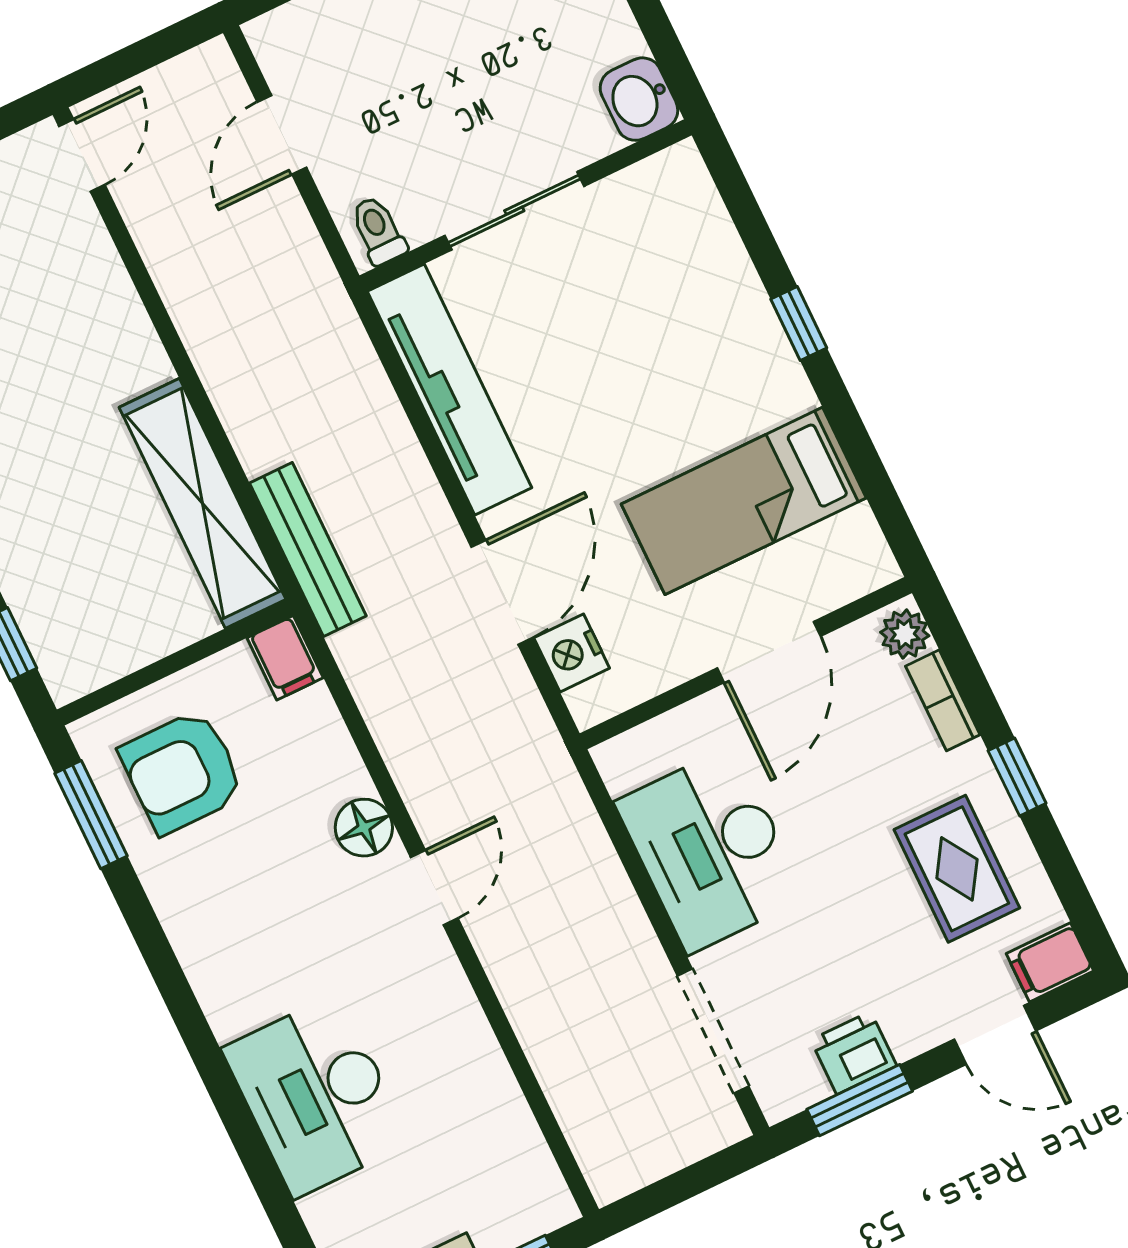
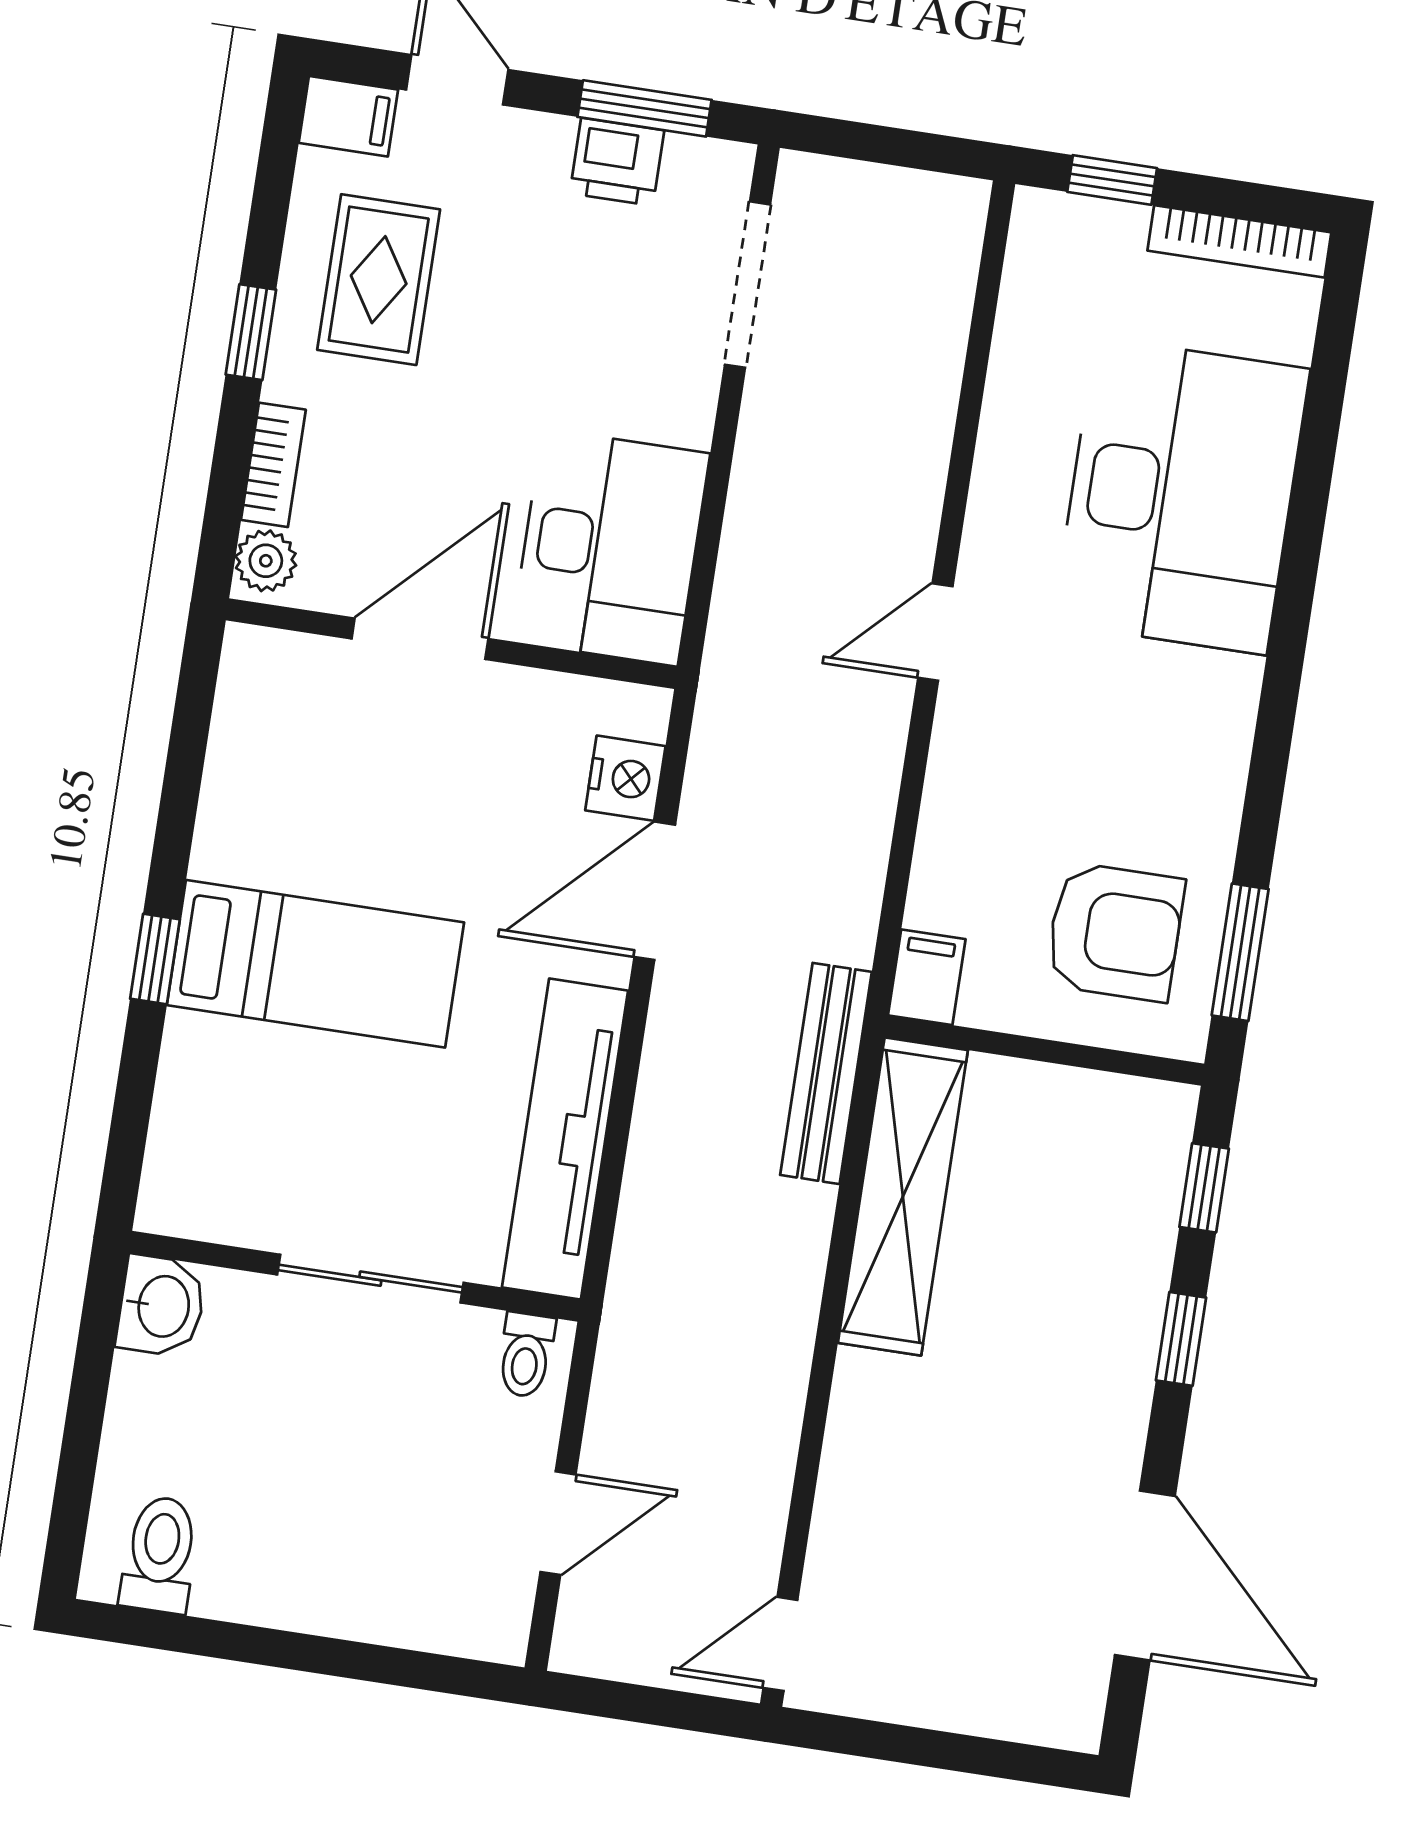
bed: (744, 501) -> (315, 964), moved
floor lamp: (364, 828) -> (966, 745), removed
desk: (711, 850) -> (610, 547), moved
desk: (316, 1096) -> (1181, 496), width x1.36, depth x1.30

